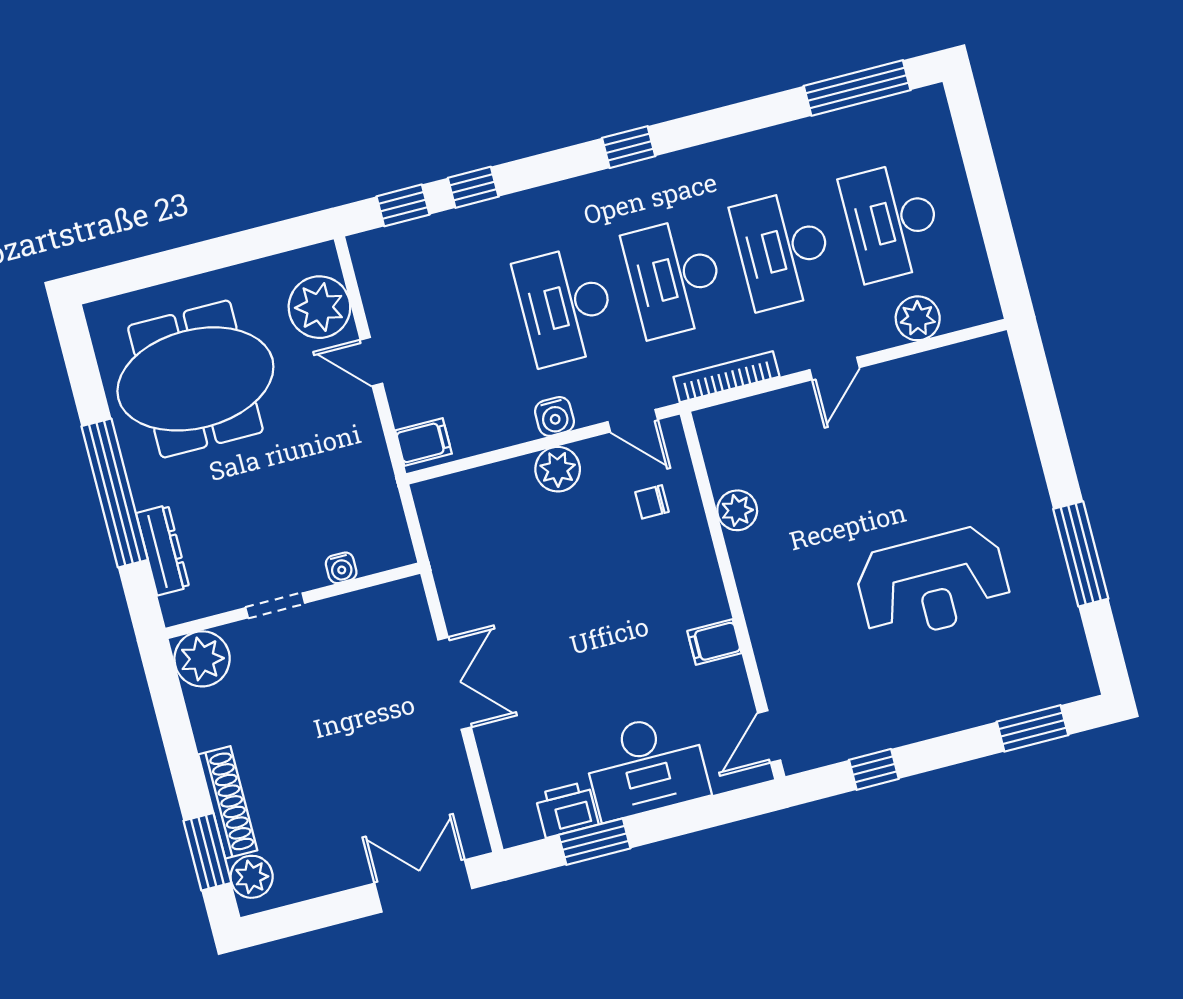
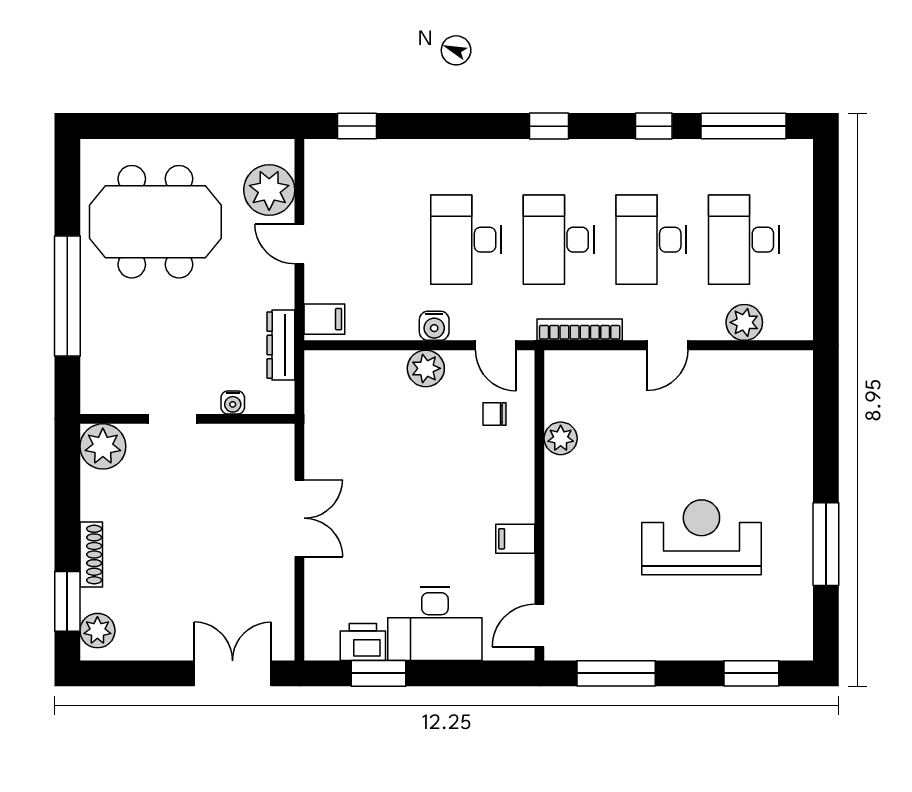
window: (473, 187) -> (654, 126), moved
dresser: (163, 550) -> (281, 345), moved, turned 180
reception desk: (933, 584) -> (701, 537), turned 180
window: (874, 769) -> (616, 673), width x2.17
shoe rack: (228, 802) -> (91, 555), width x0.74, depth x0.81

